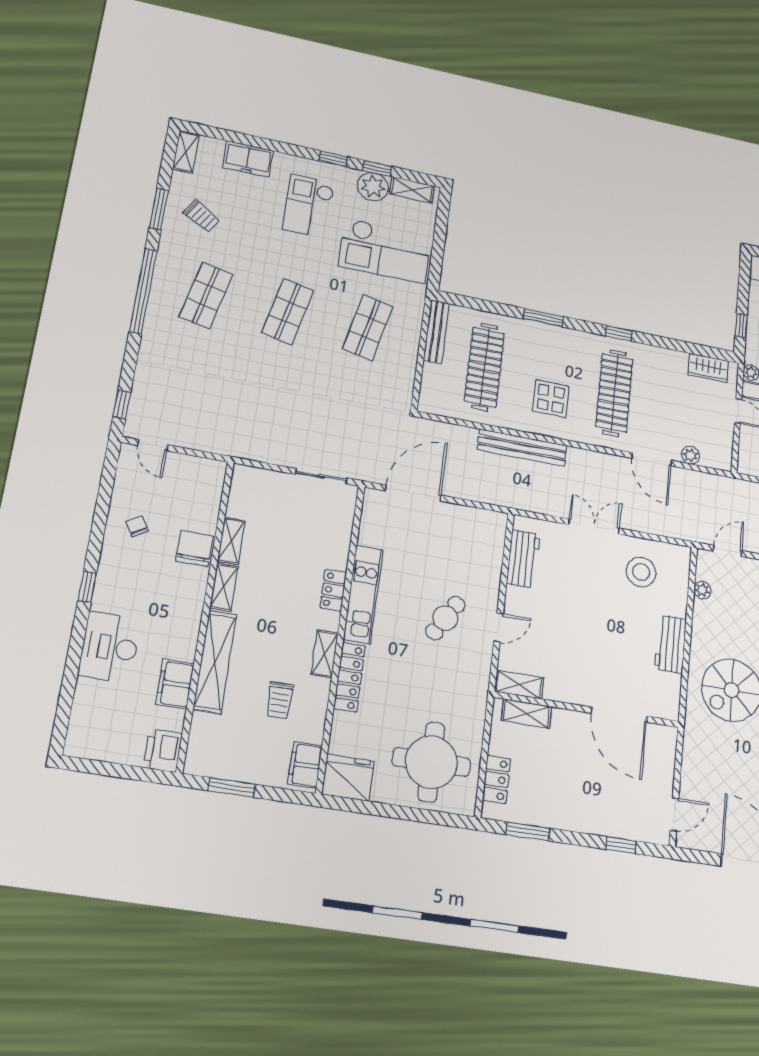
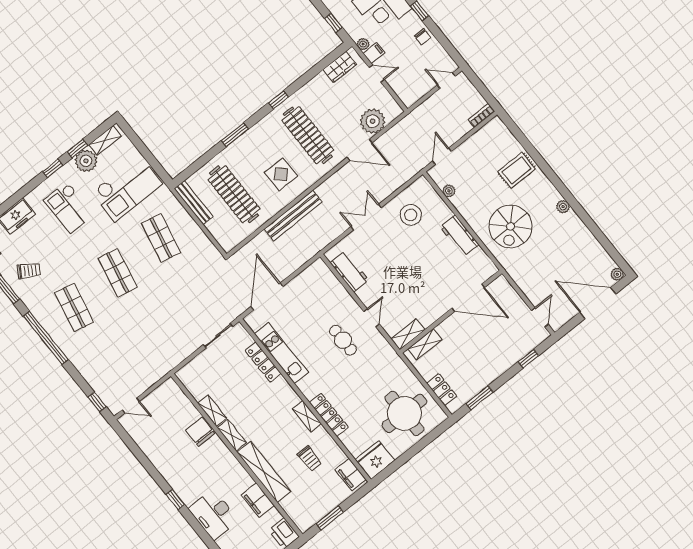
plant: (690, 455) -> (373, 121), width x1.87, depth x1.87
chair: (137, 526) -> (166, 449), removed
locker: (333, 590) -> (263, 362), moved, width x1.53
kitchen unit: (363, 594) -> (281, 353), moved
cafe table: (445, 618) -> (343, 340), turned -31

